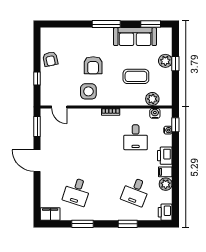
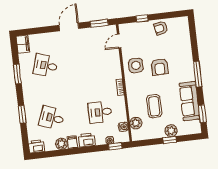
armchair: (93, 65) -> (160, 67), turned -90

